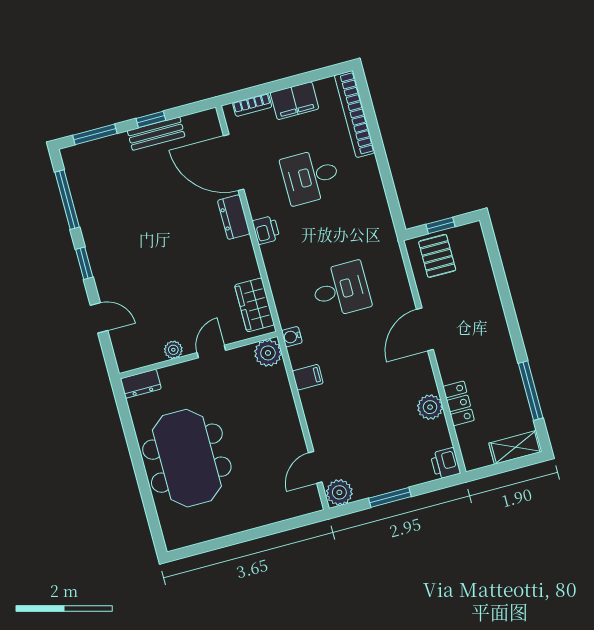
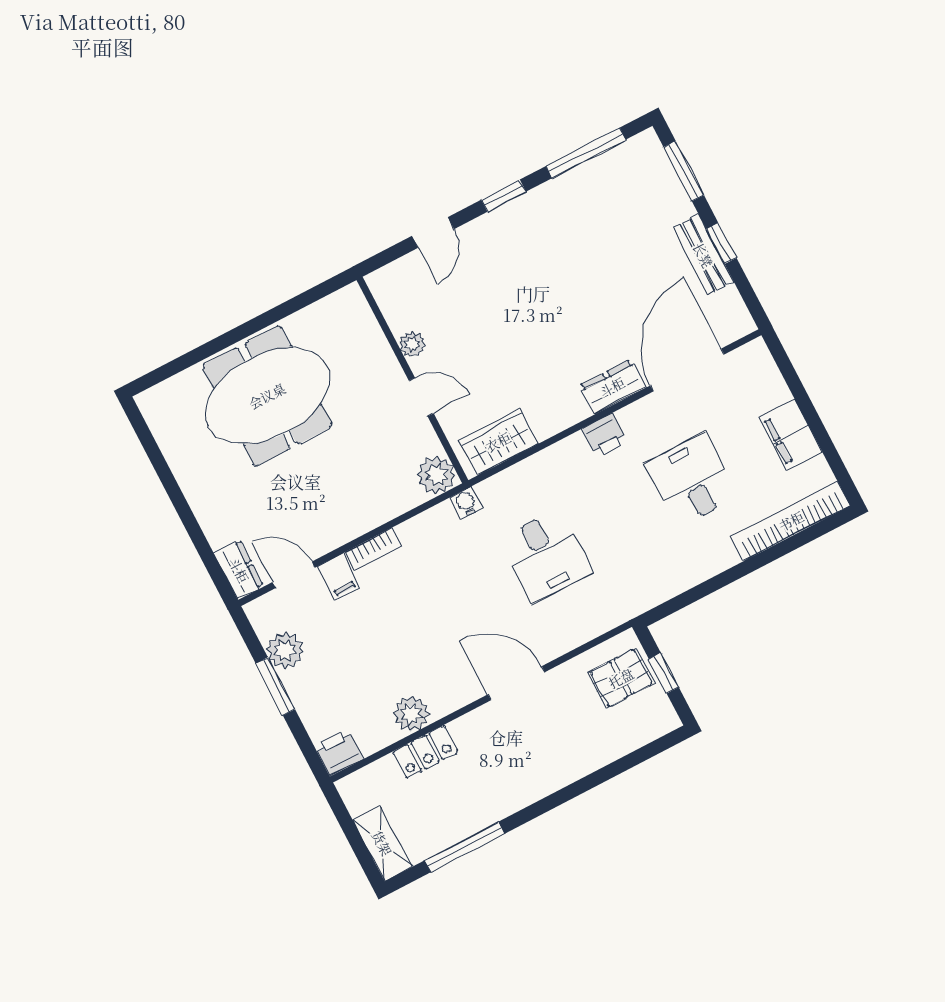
bookcase: (252, 105) -> (373, 549), moved, turned -90
filing cabinet: (308, 377) -> (339, 577), moved
dresser: (141, 384) -> (239, 570), moved, turned 180
plant: (339, 492) -> (285, 650), moved

